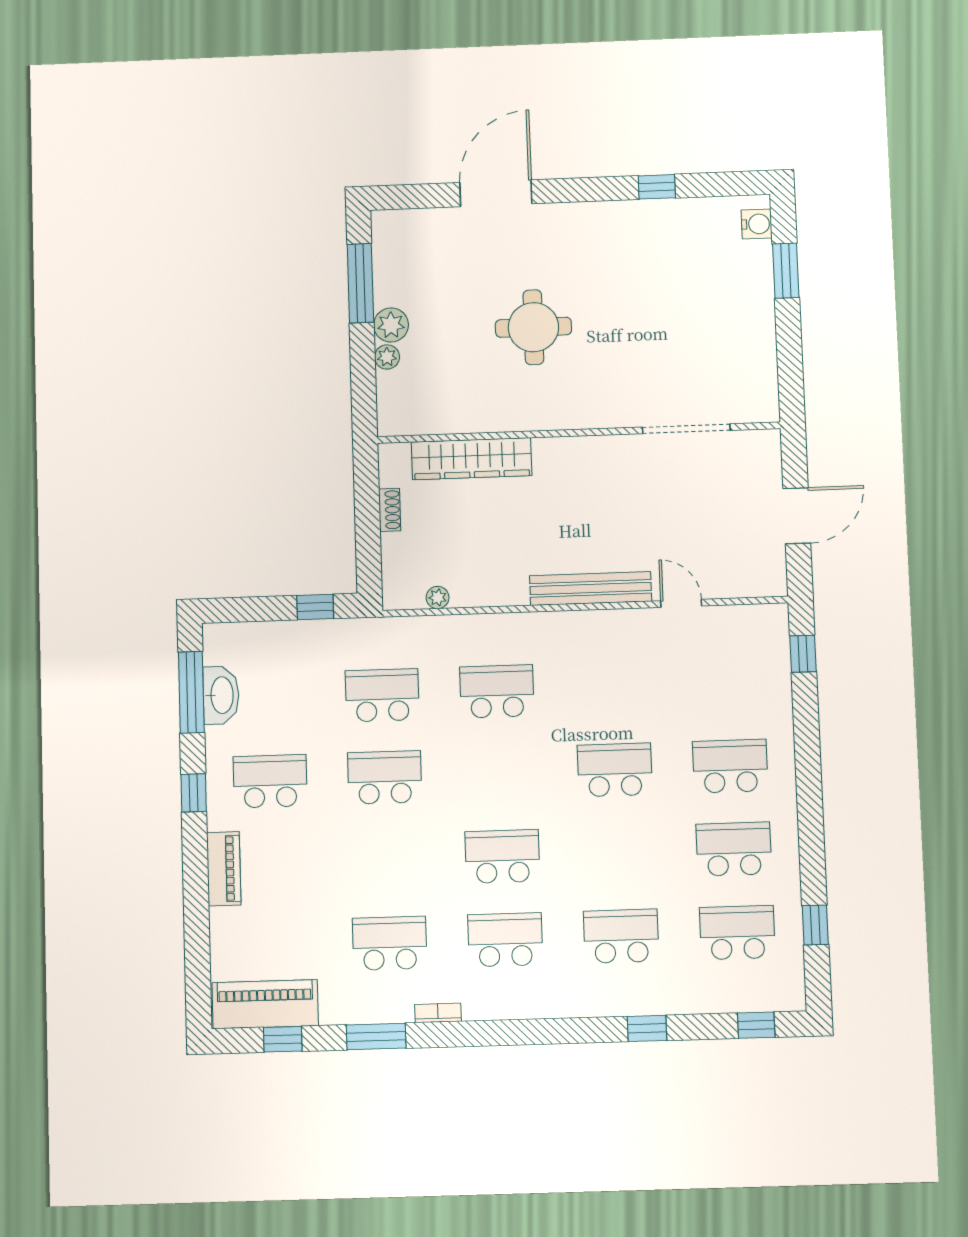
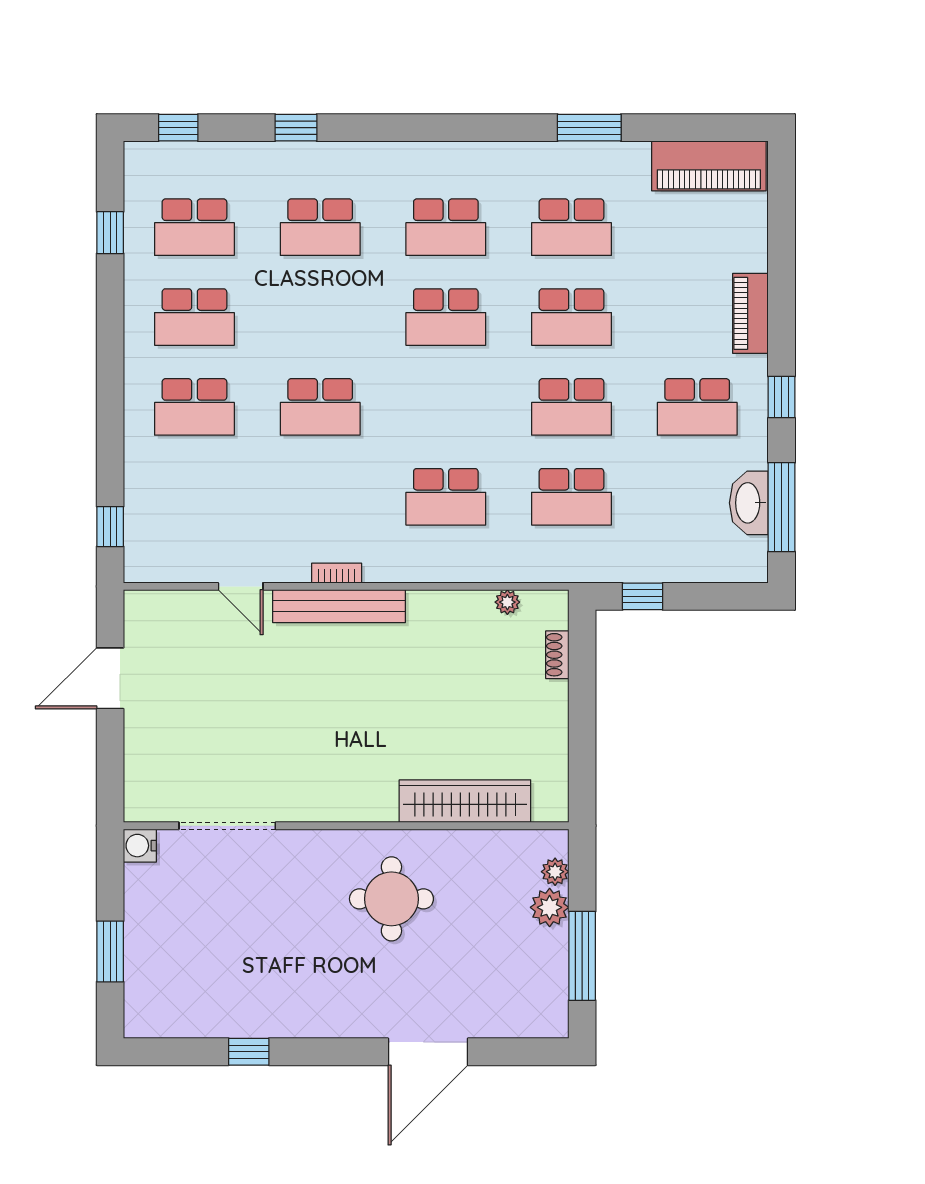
water cooler: (757, 224) -> (140, 846), moved
doorway: (686, 429) -> (227, 826), moved
wall: (578, 433) -> (346, 826), moved
wardrobe: (472, 459) -> (465, 801), moved
shoe rack: (390, 510) -> (557, 655), moved
school desk: (387, 860) -> (571, 317), added
bookcase: (438, 1013) -> (337, 573), moved, turned 180
window: (283, 1039) -> (691, 128), removed

